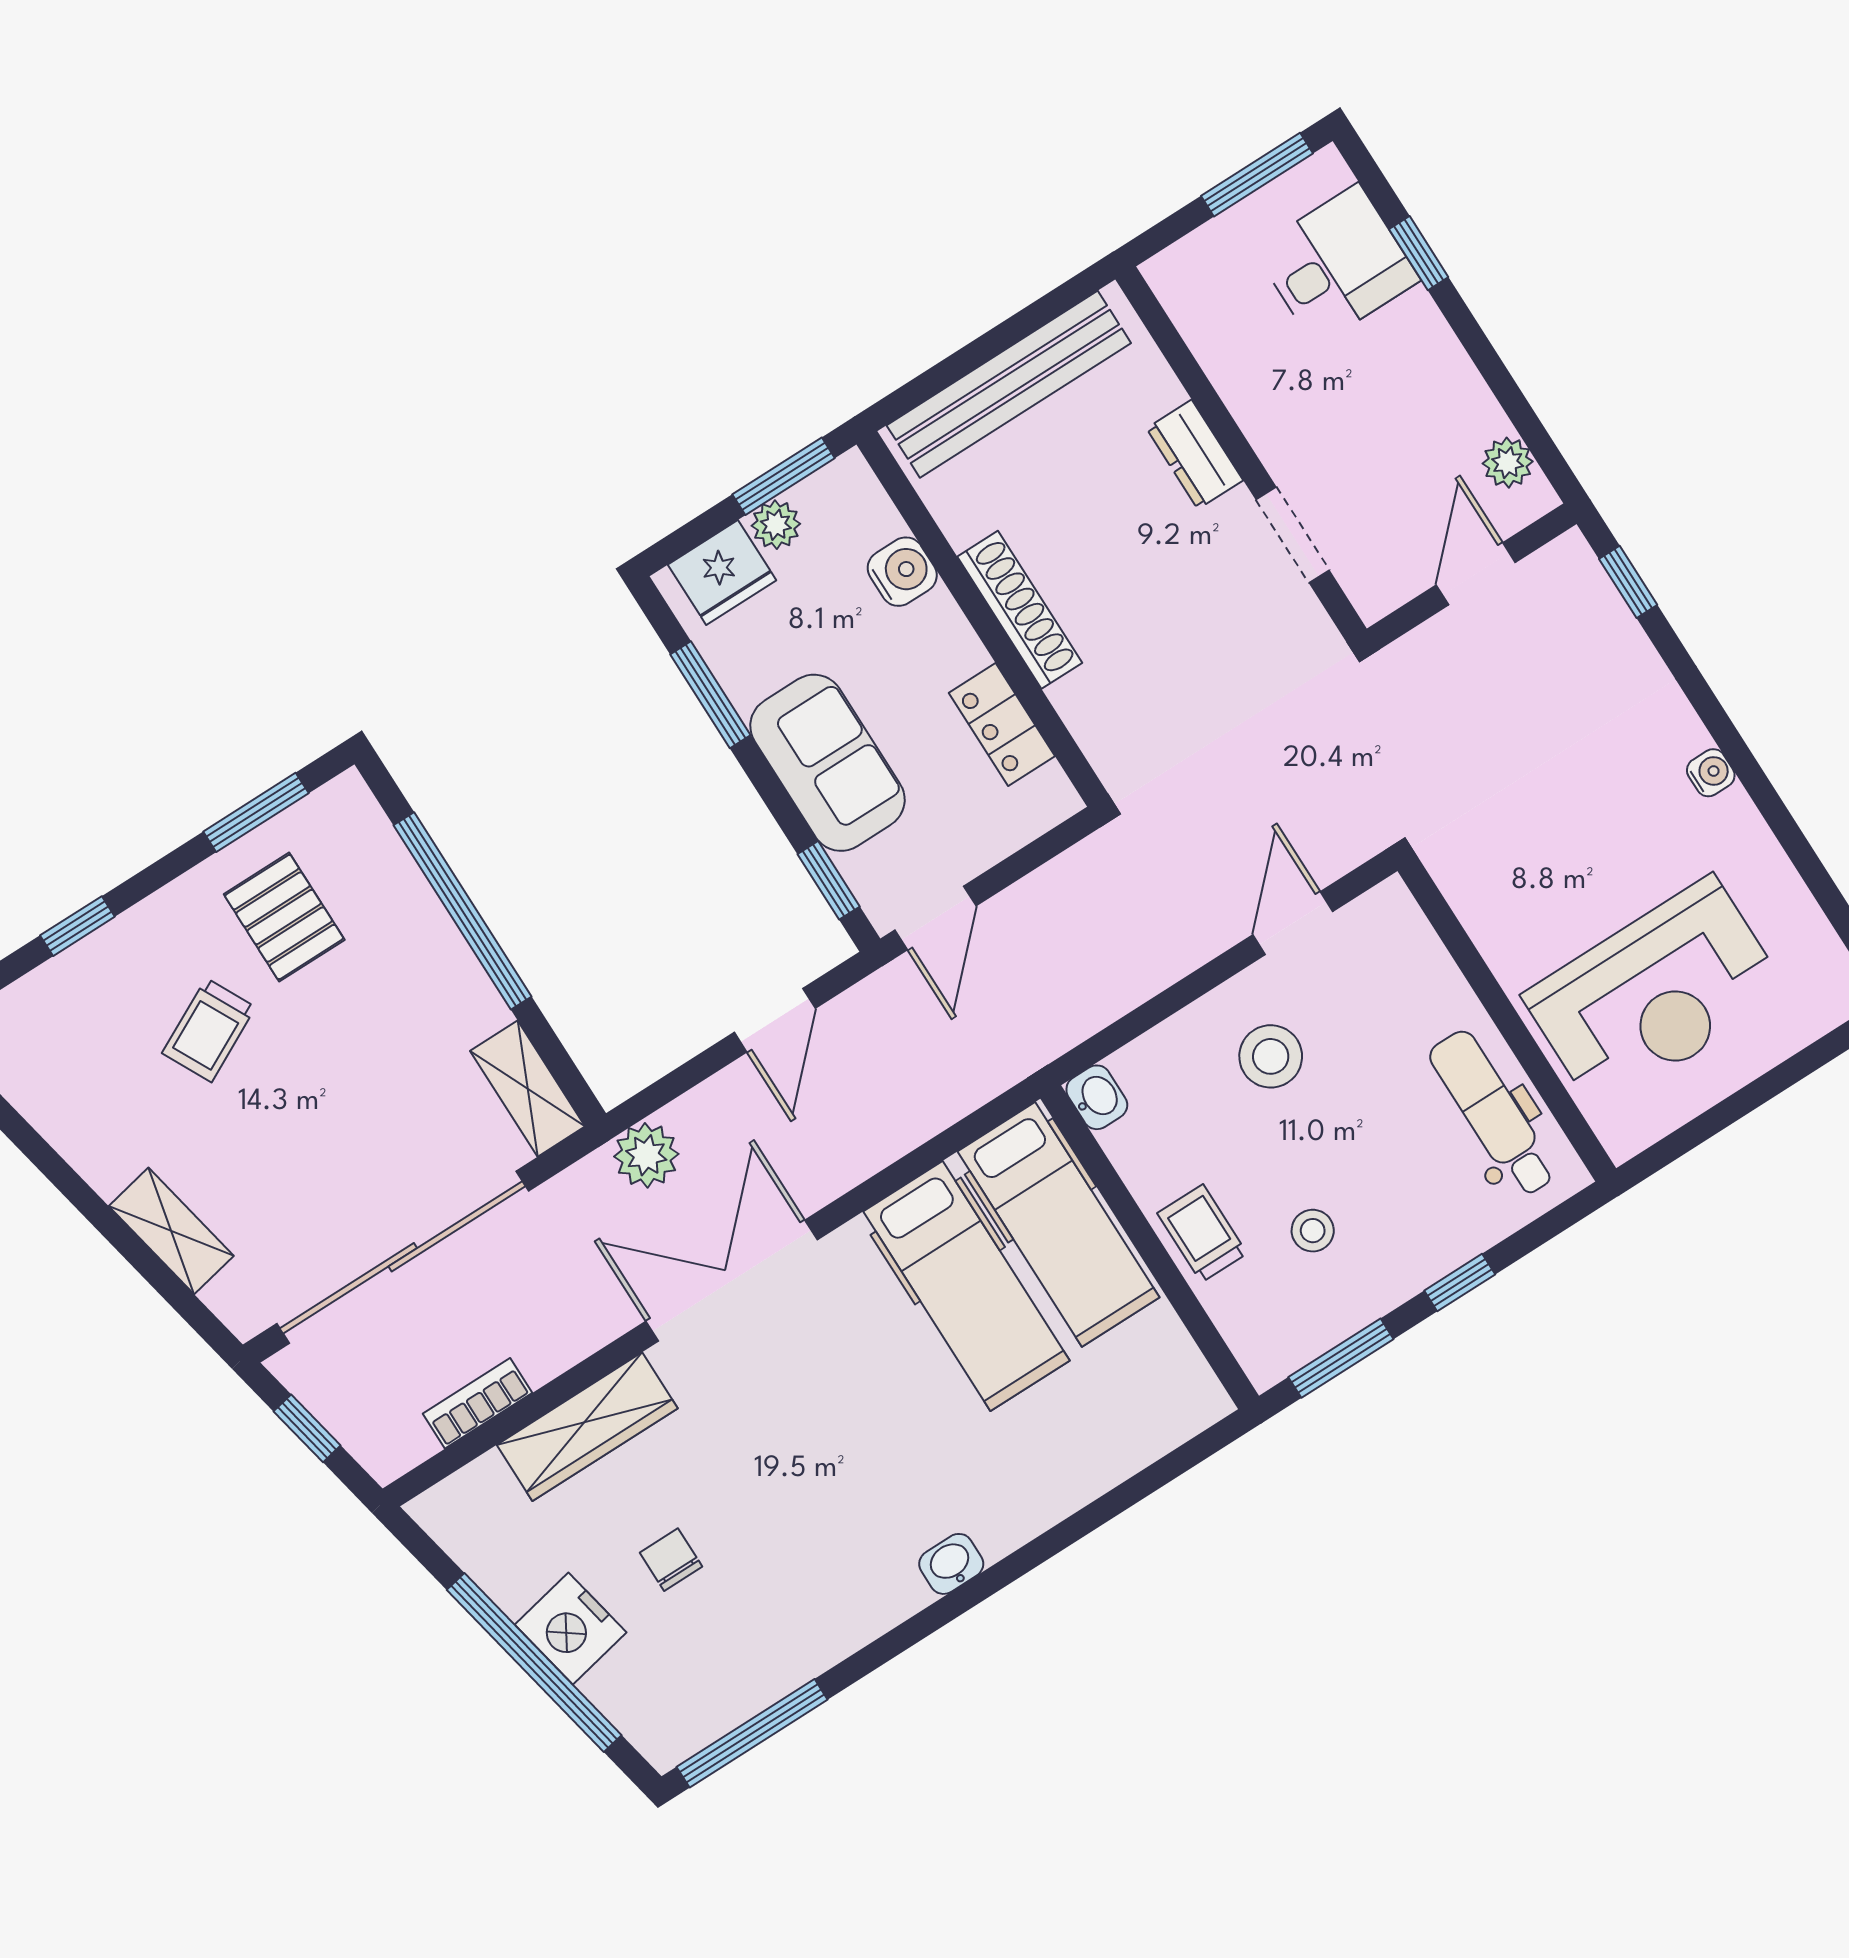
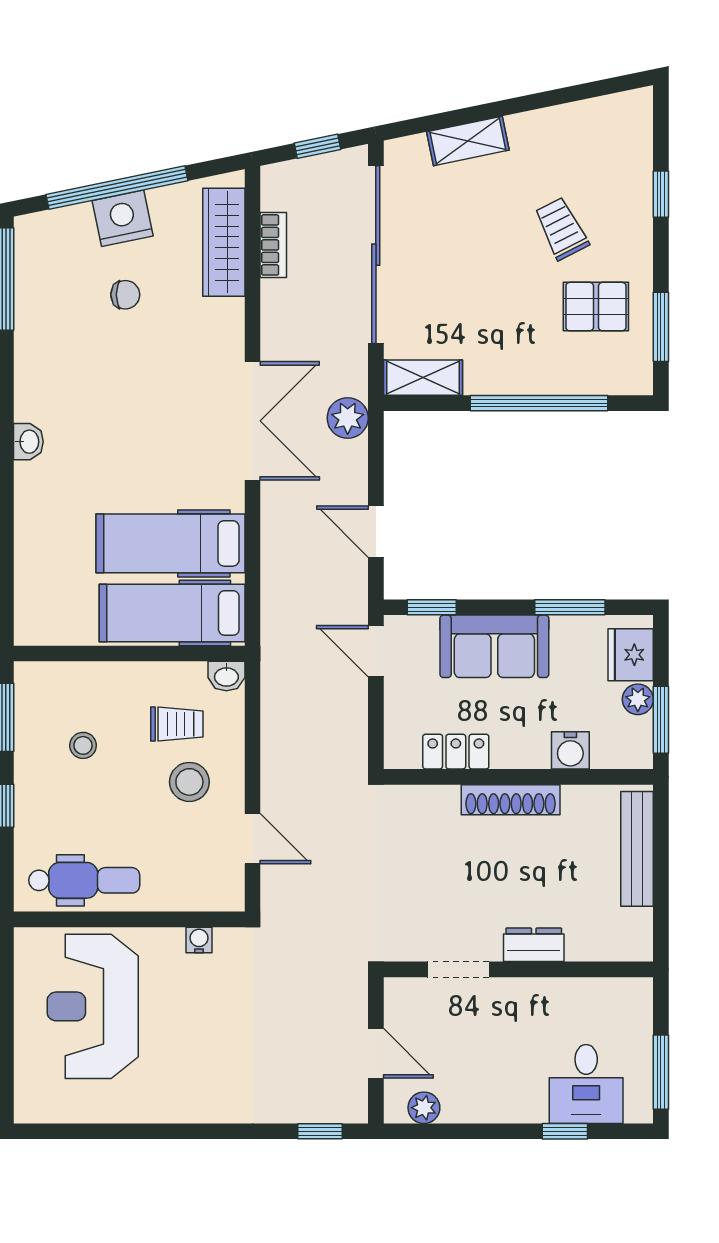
bench: (1009, 384) -> (637, 849), width x0.73, depth x0.82
water cooler: (1711, 773) -> (199, 940), moved, turned 180
trolley: (1202, 1233) -> (177, 724), moved
wardrobe: (587, 1427) -> (224, 242), moved

